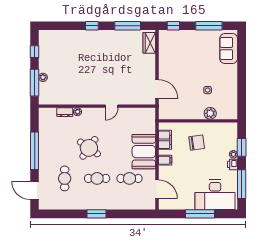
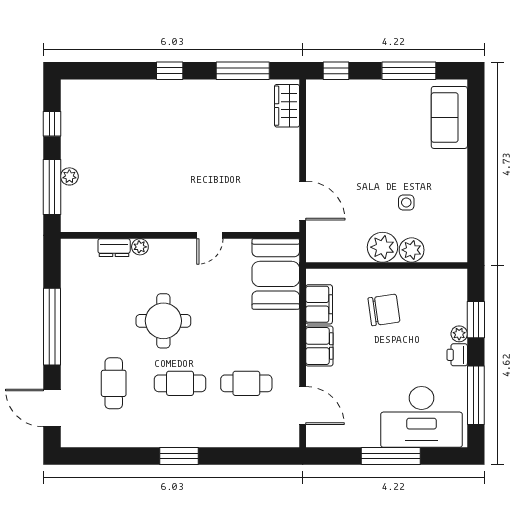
plant: (196, 112) -> (383, 247), added
round table: (89, 148) -> (163, 321), turned -35
booth: (144, 152) -> (276, 274), moved
filing cabinet: (165, 160) -> (319, 346), width x2.00

